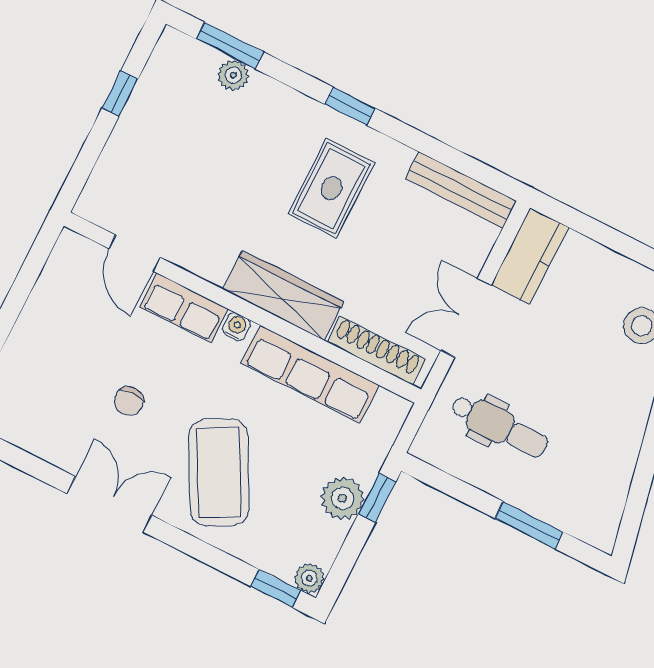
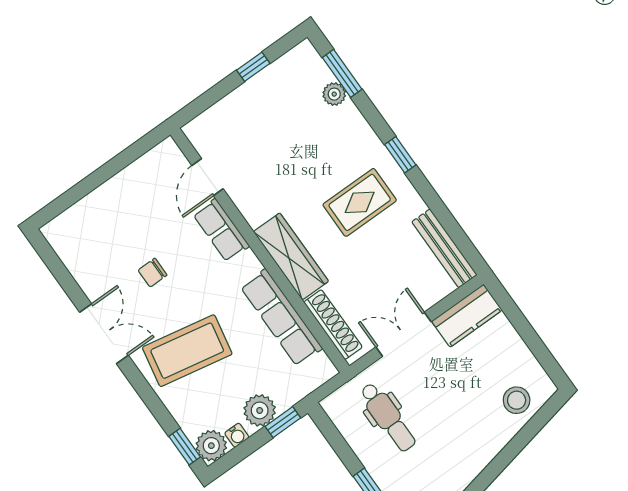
water cooler: (236, 327) -> (237, 435), moved, turned 90
coffee table: (219, 472) -> (187, 351), turned 39
plant: (309, 578) -> (211, 446), width x1.38, depth x1.38

